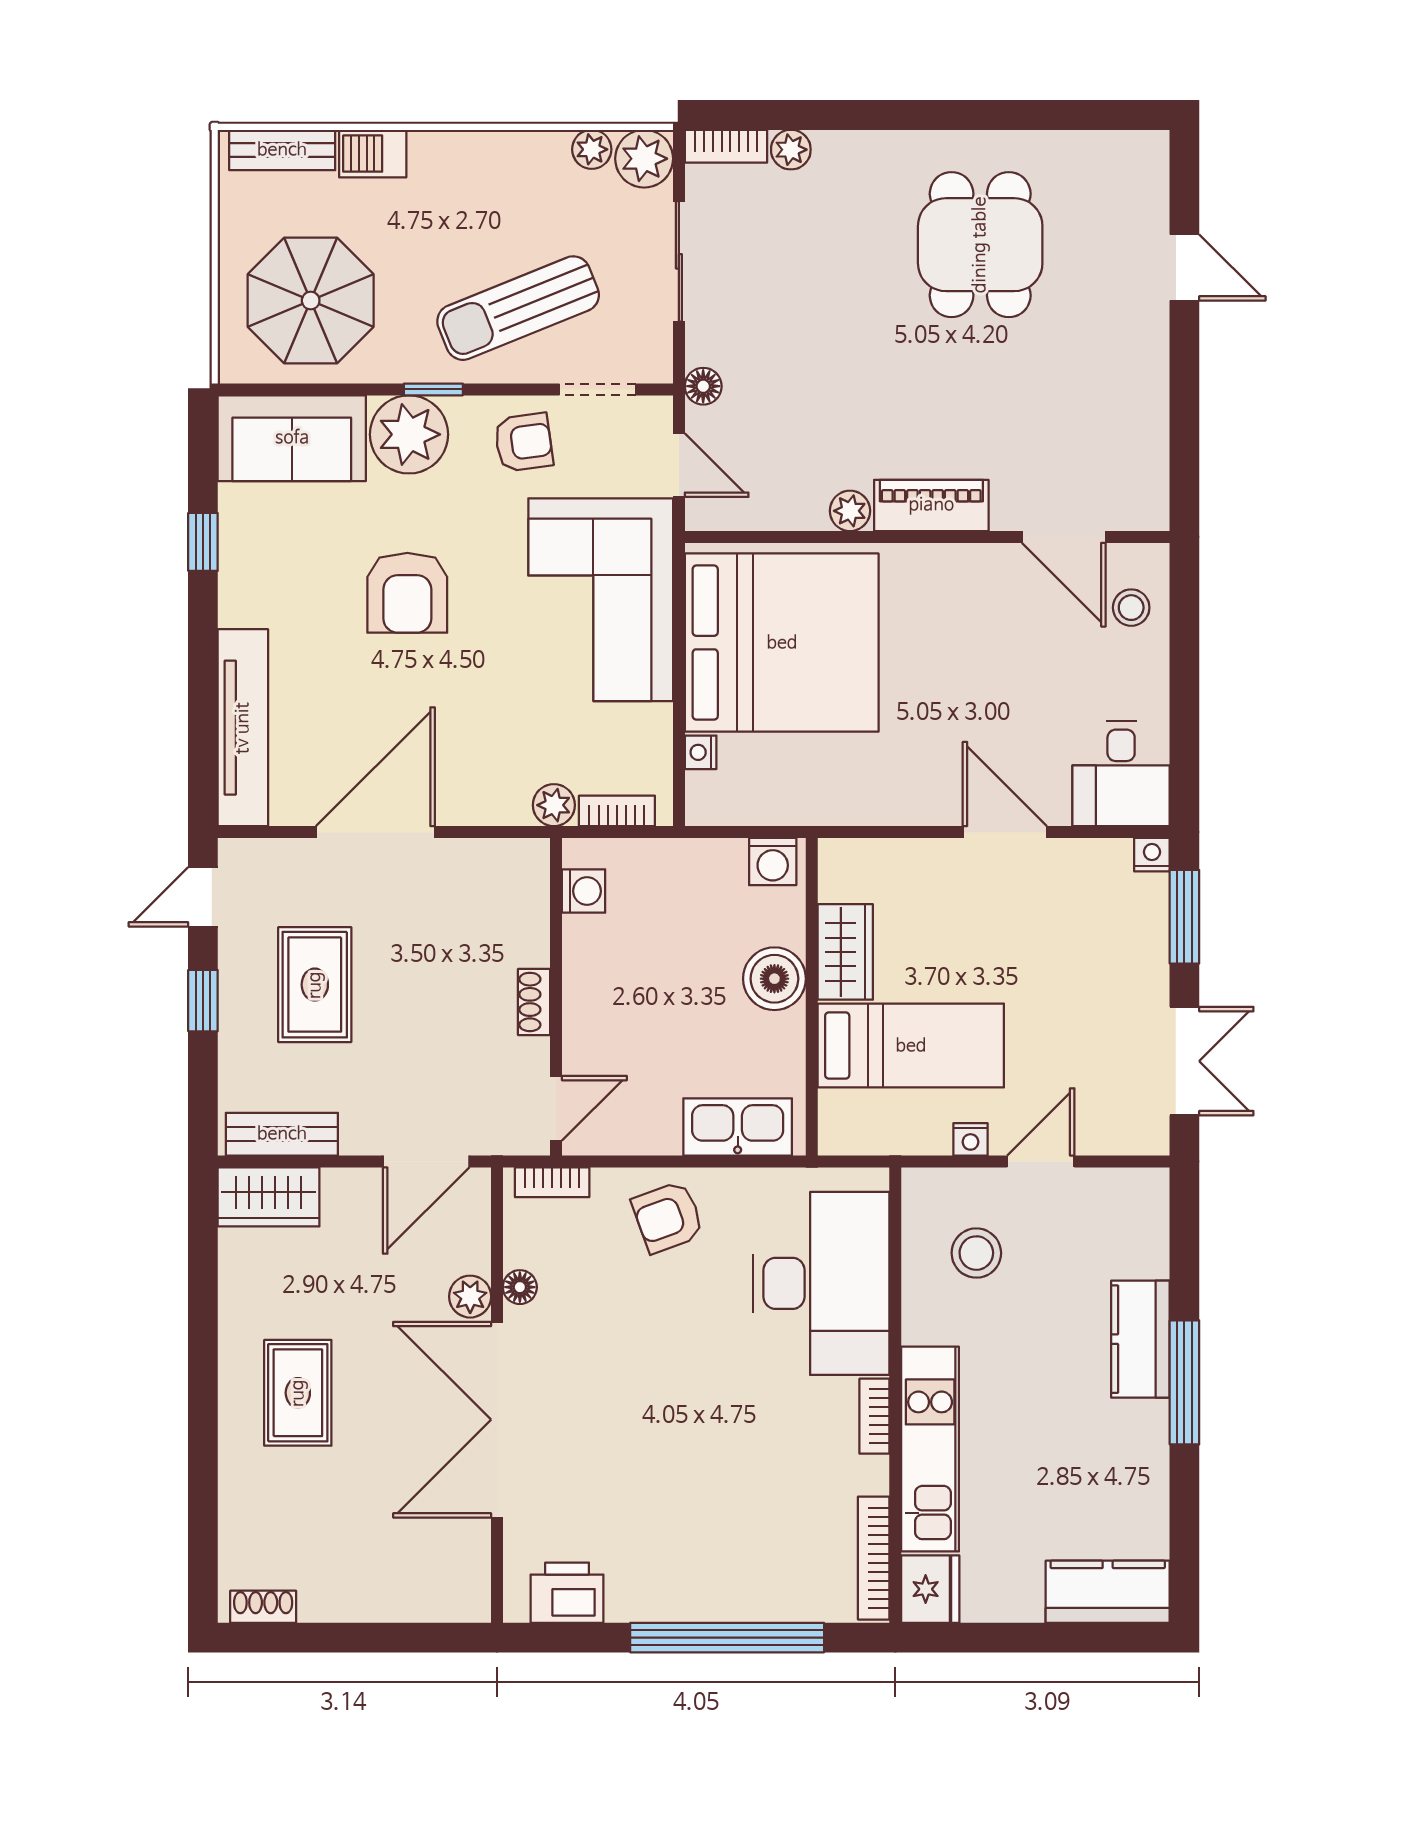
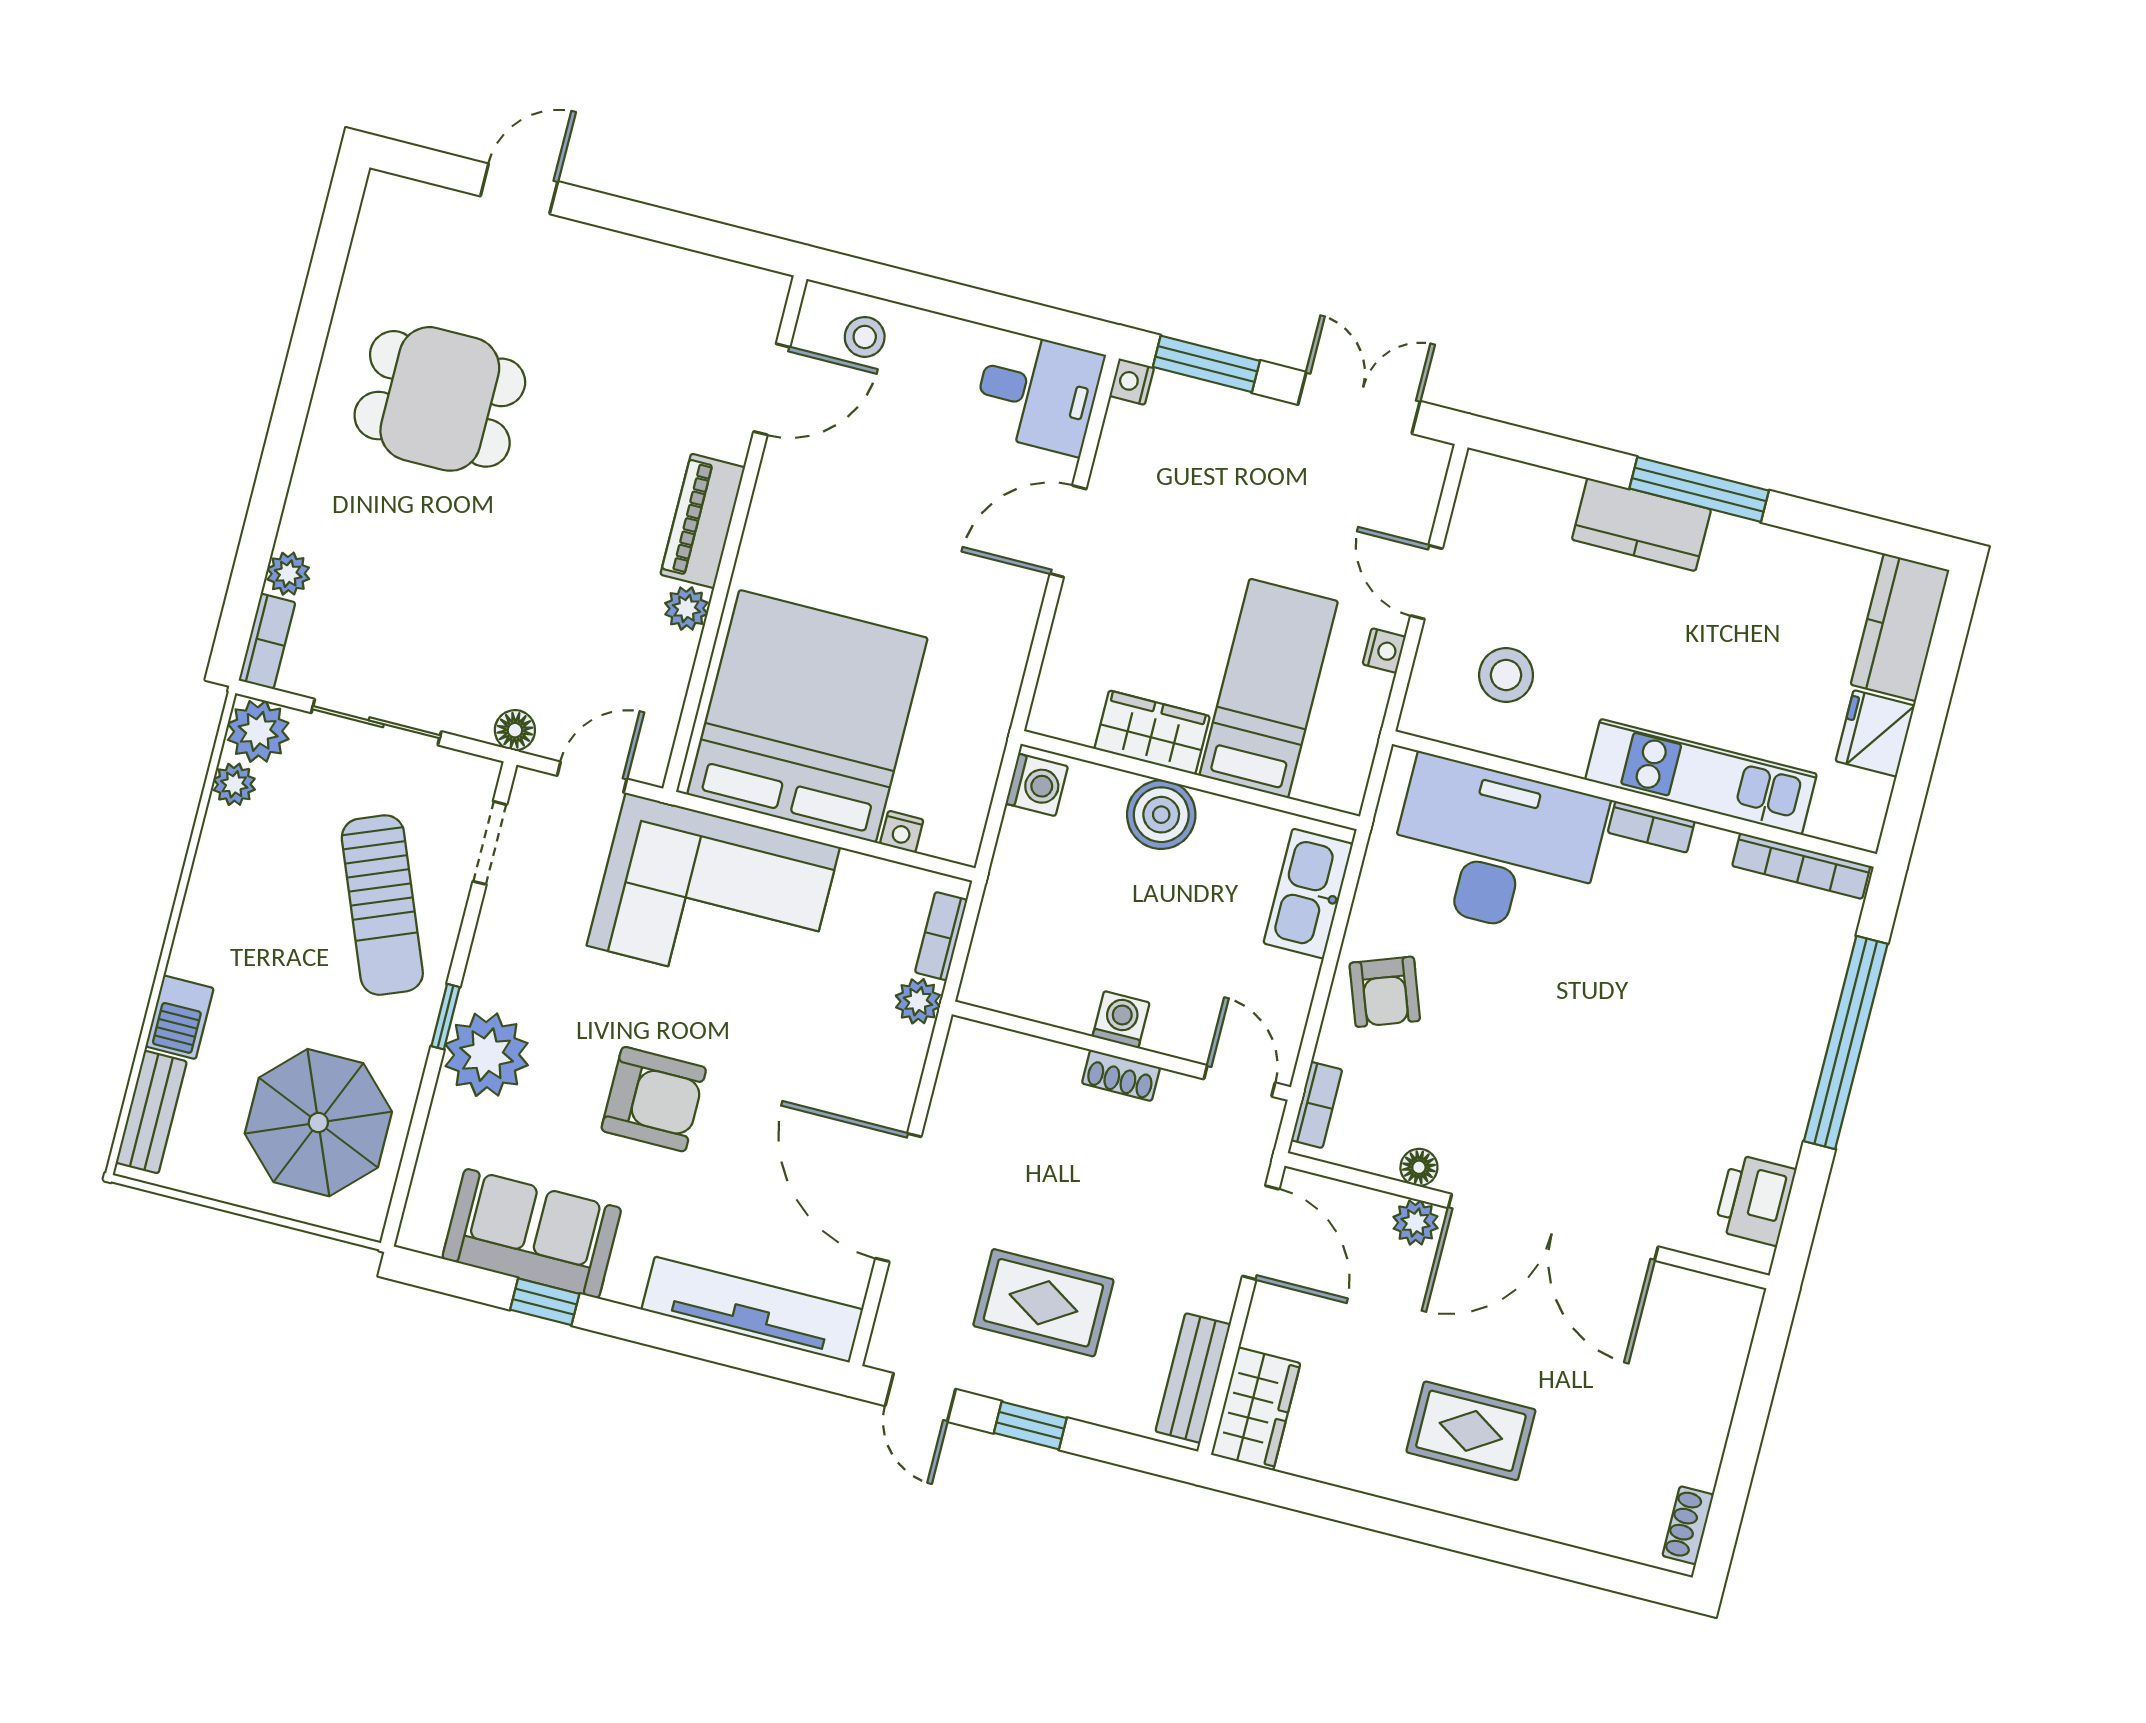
sofa: (292, 438) -> (532, 1233), moved, turned -90
armchair: (524, 442) -> (526, 935), removed
washing machine: (584, 891) -> (1121, 1020), moved
fridge: (930, 1589) -> (1875, 733), moved, turned -90

